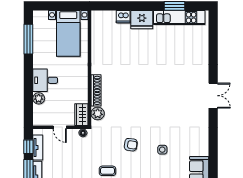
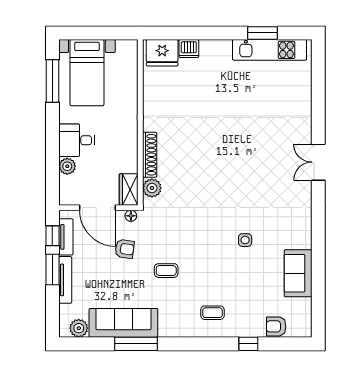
fridge: (142, 20) -> (162, 53), moved
bed with nightstands: (68, 33) -> (87, 73), moved
double door: (213, 96) -> (318, 162), swing flipped
door: (60, 127) -> (98, 208), width x1.88
armchair: (131, 145) -> (125, 249), moved

